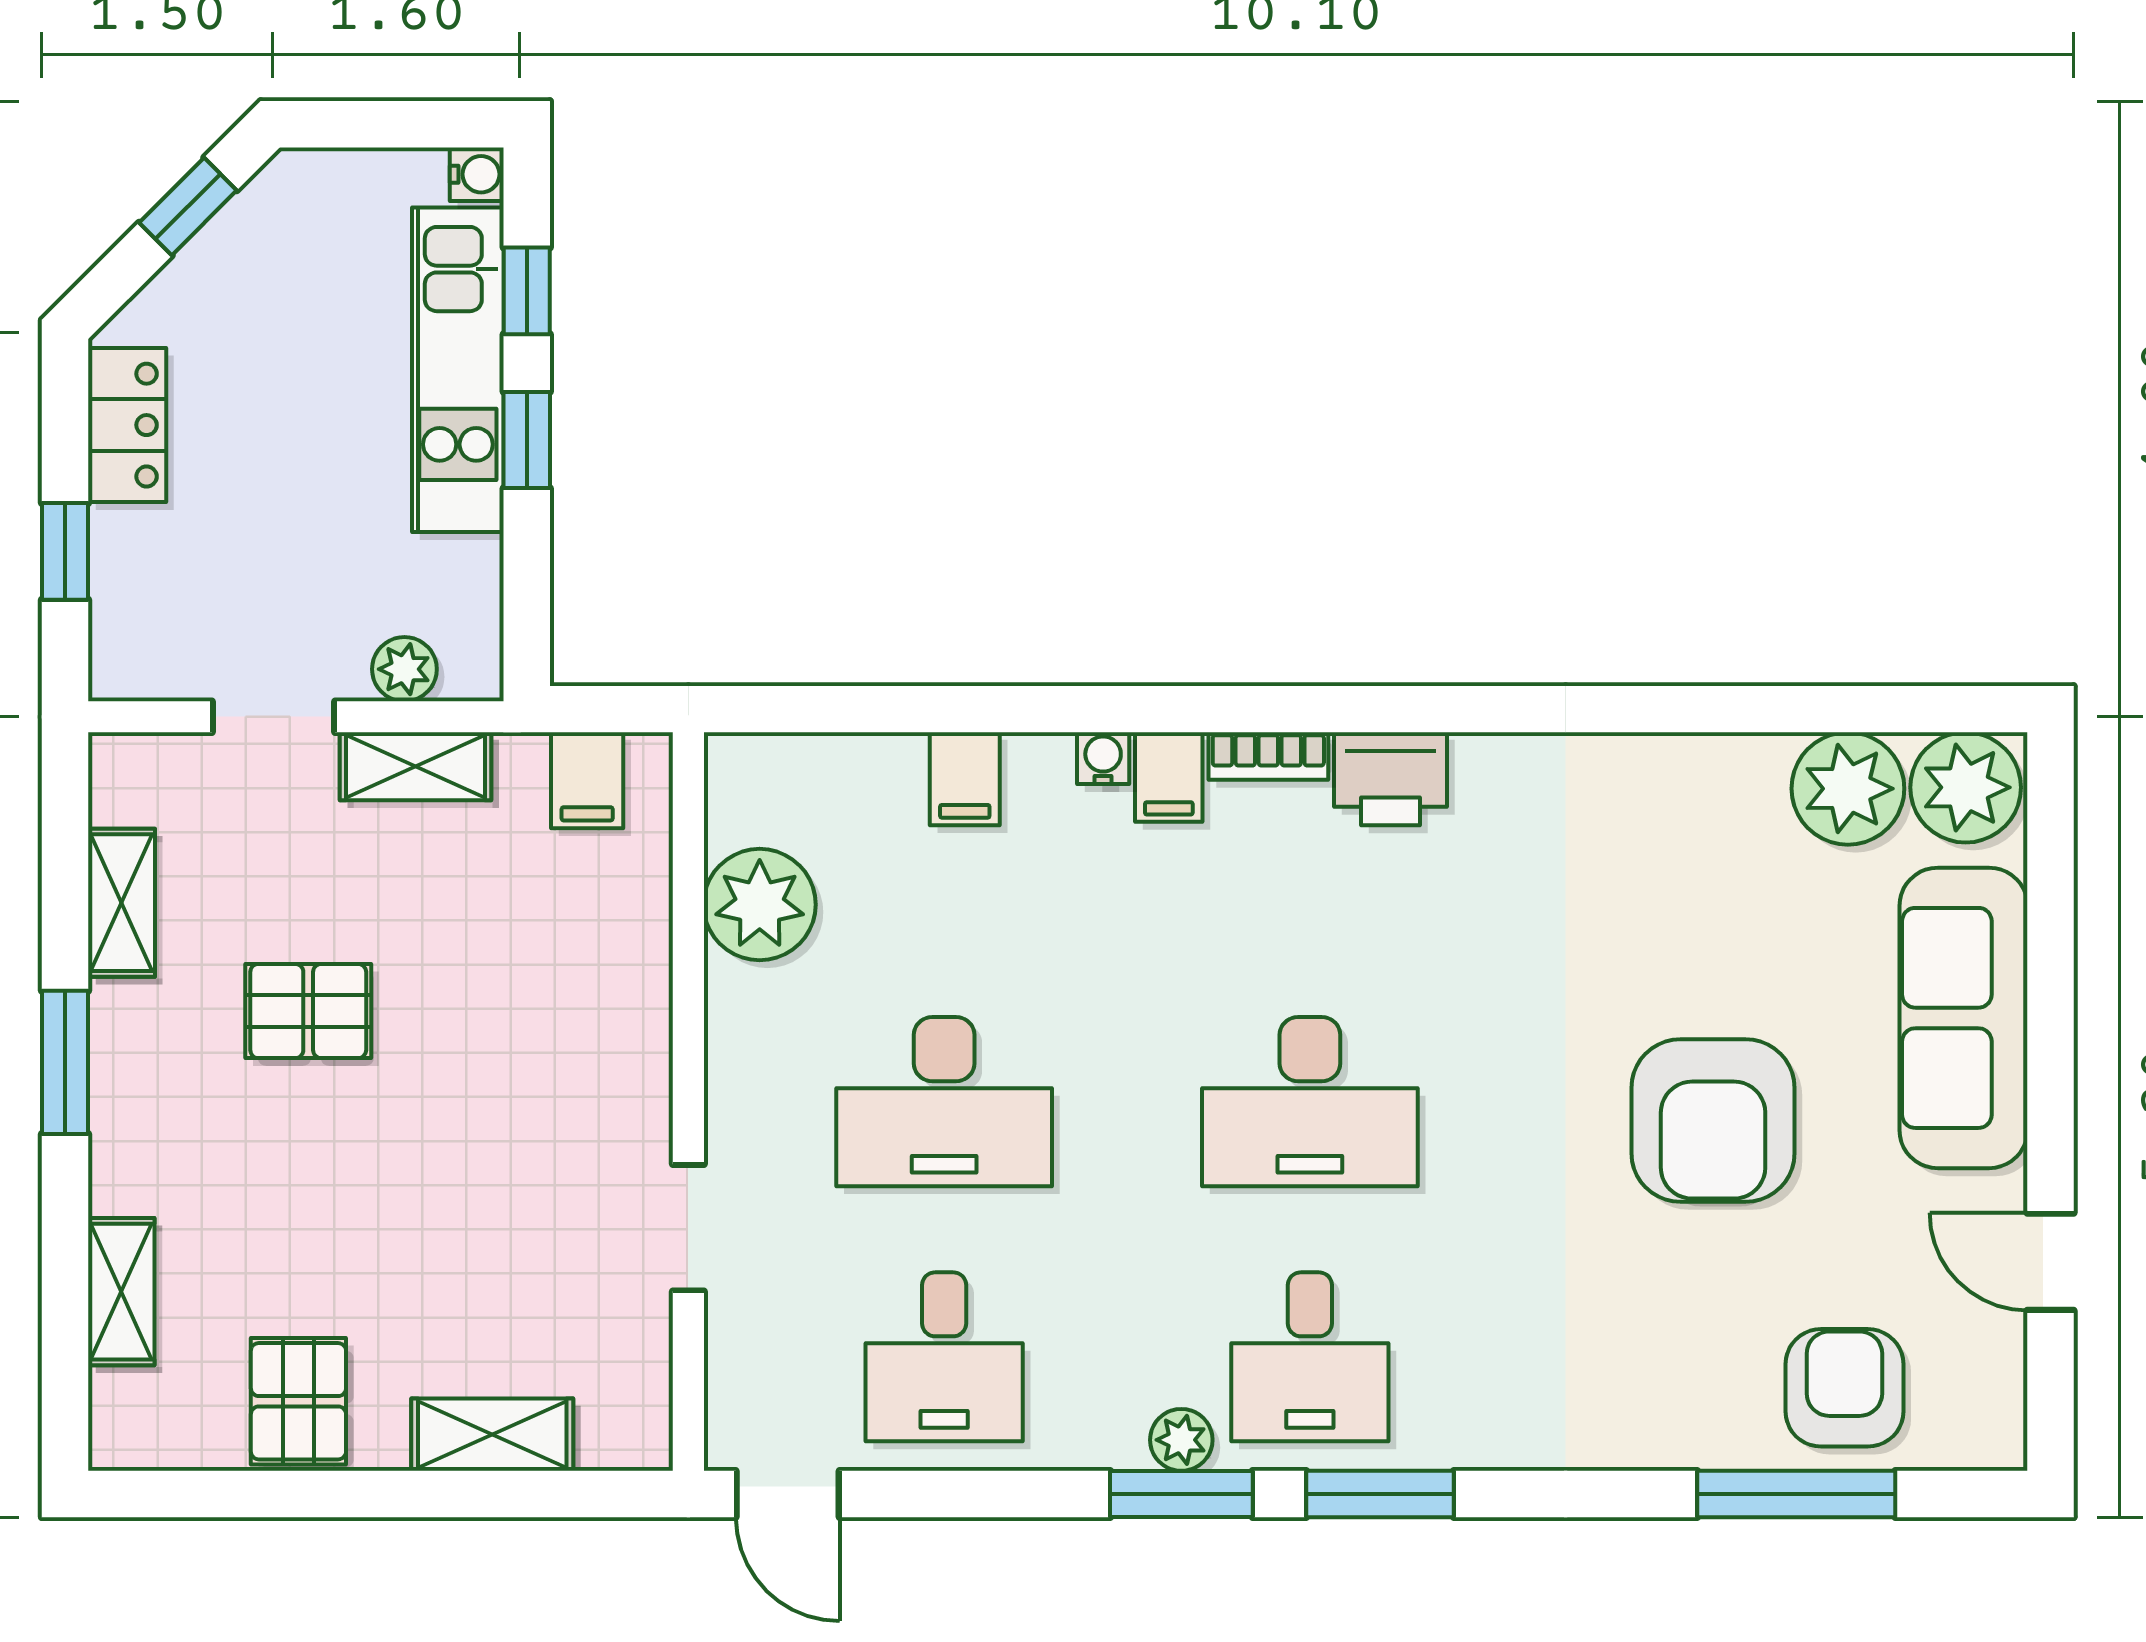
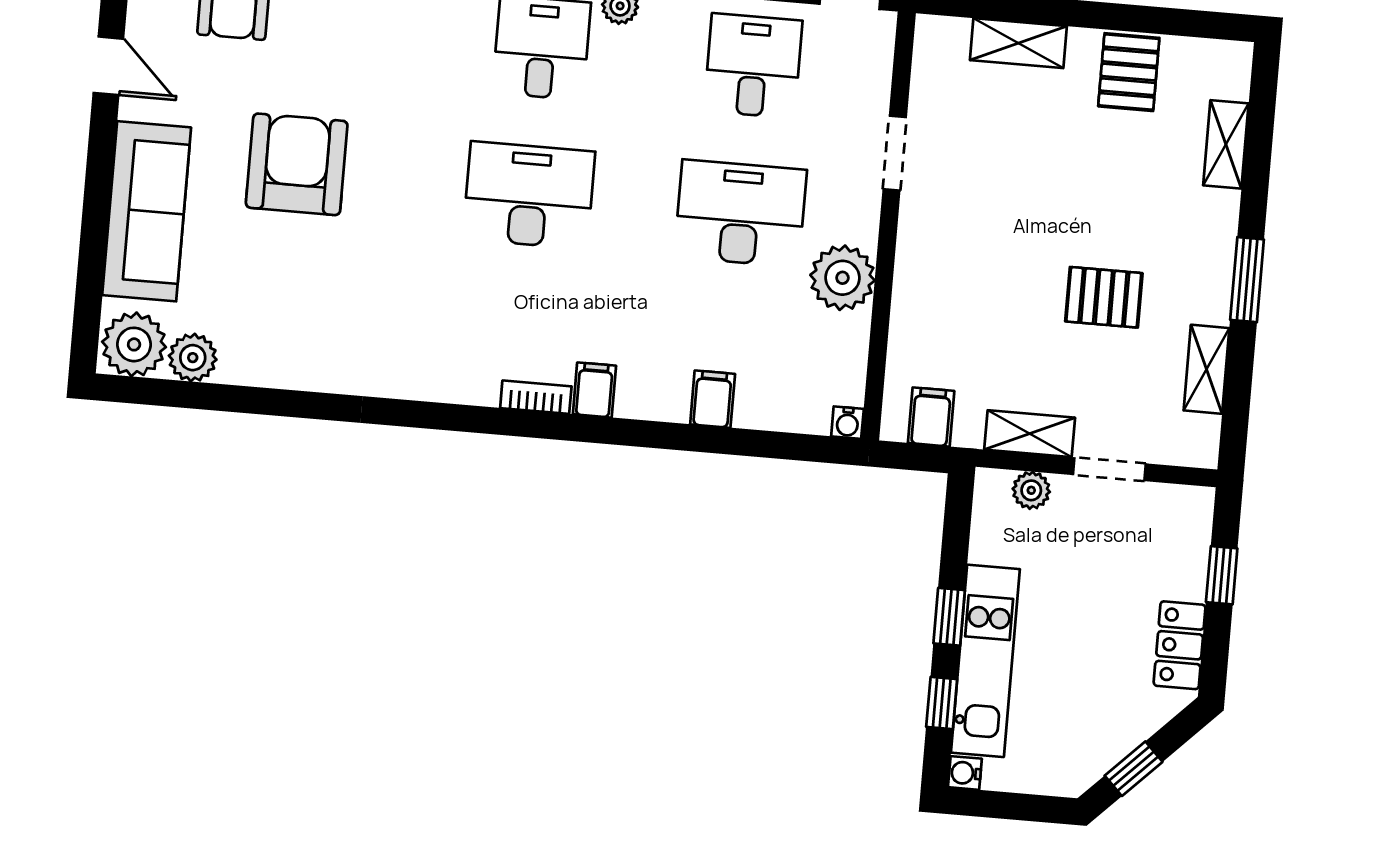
water cooler: (1103, 758) -> (847, 423), moved
printer: (1391, 779) -> (466, 378), removed
plant: (1848, 789) -> (193, 358), width x0.73, depth x0.73
plant: (760, 905) -> (842, 278), moved

